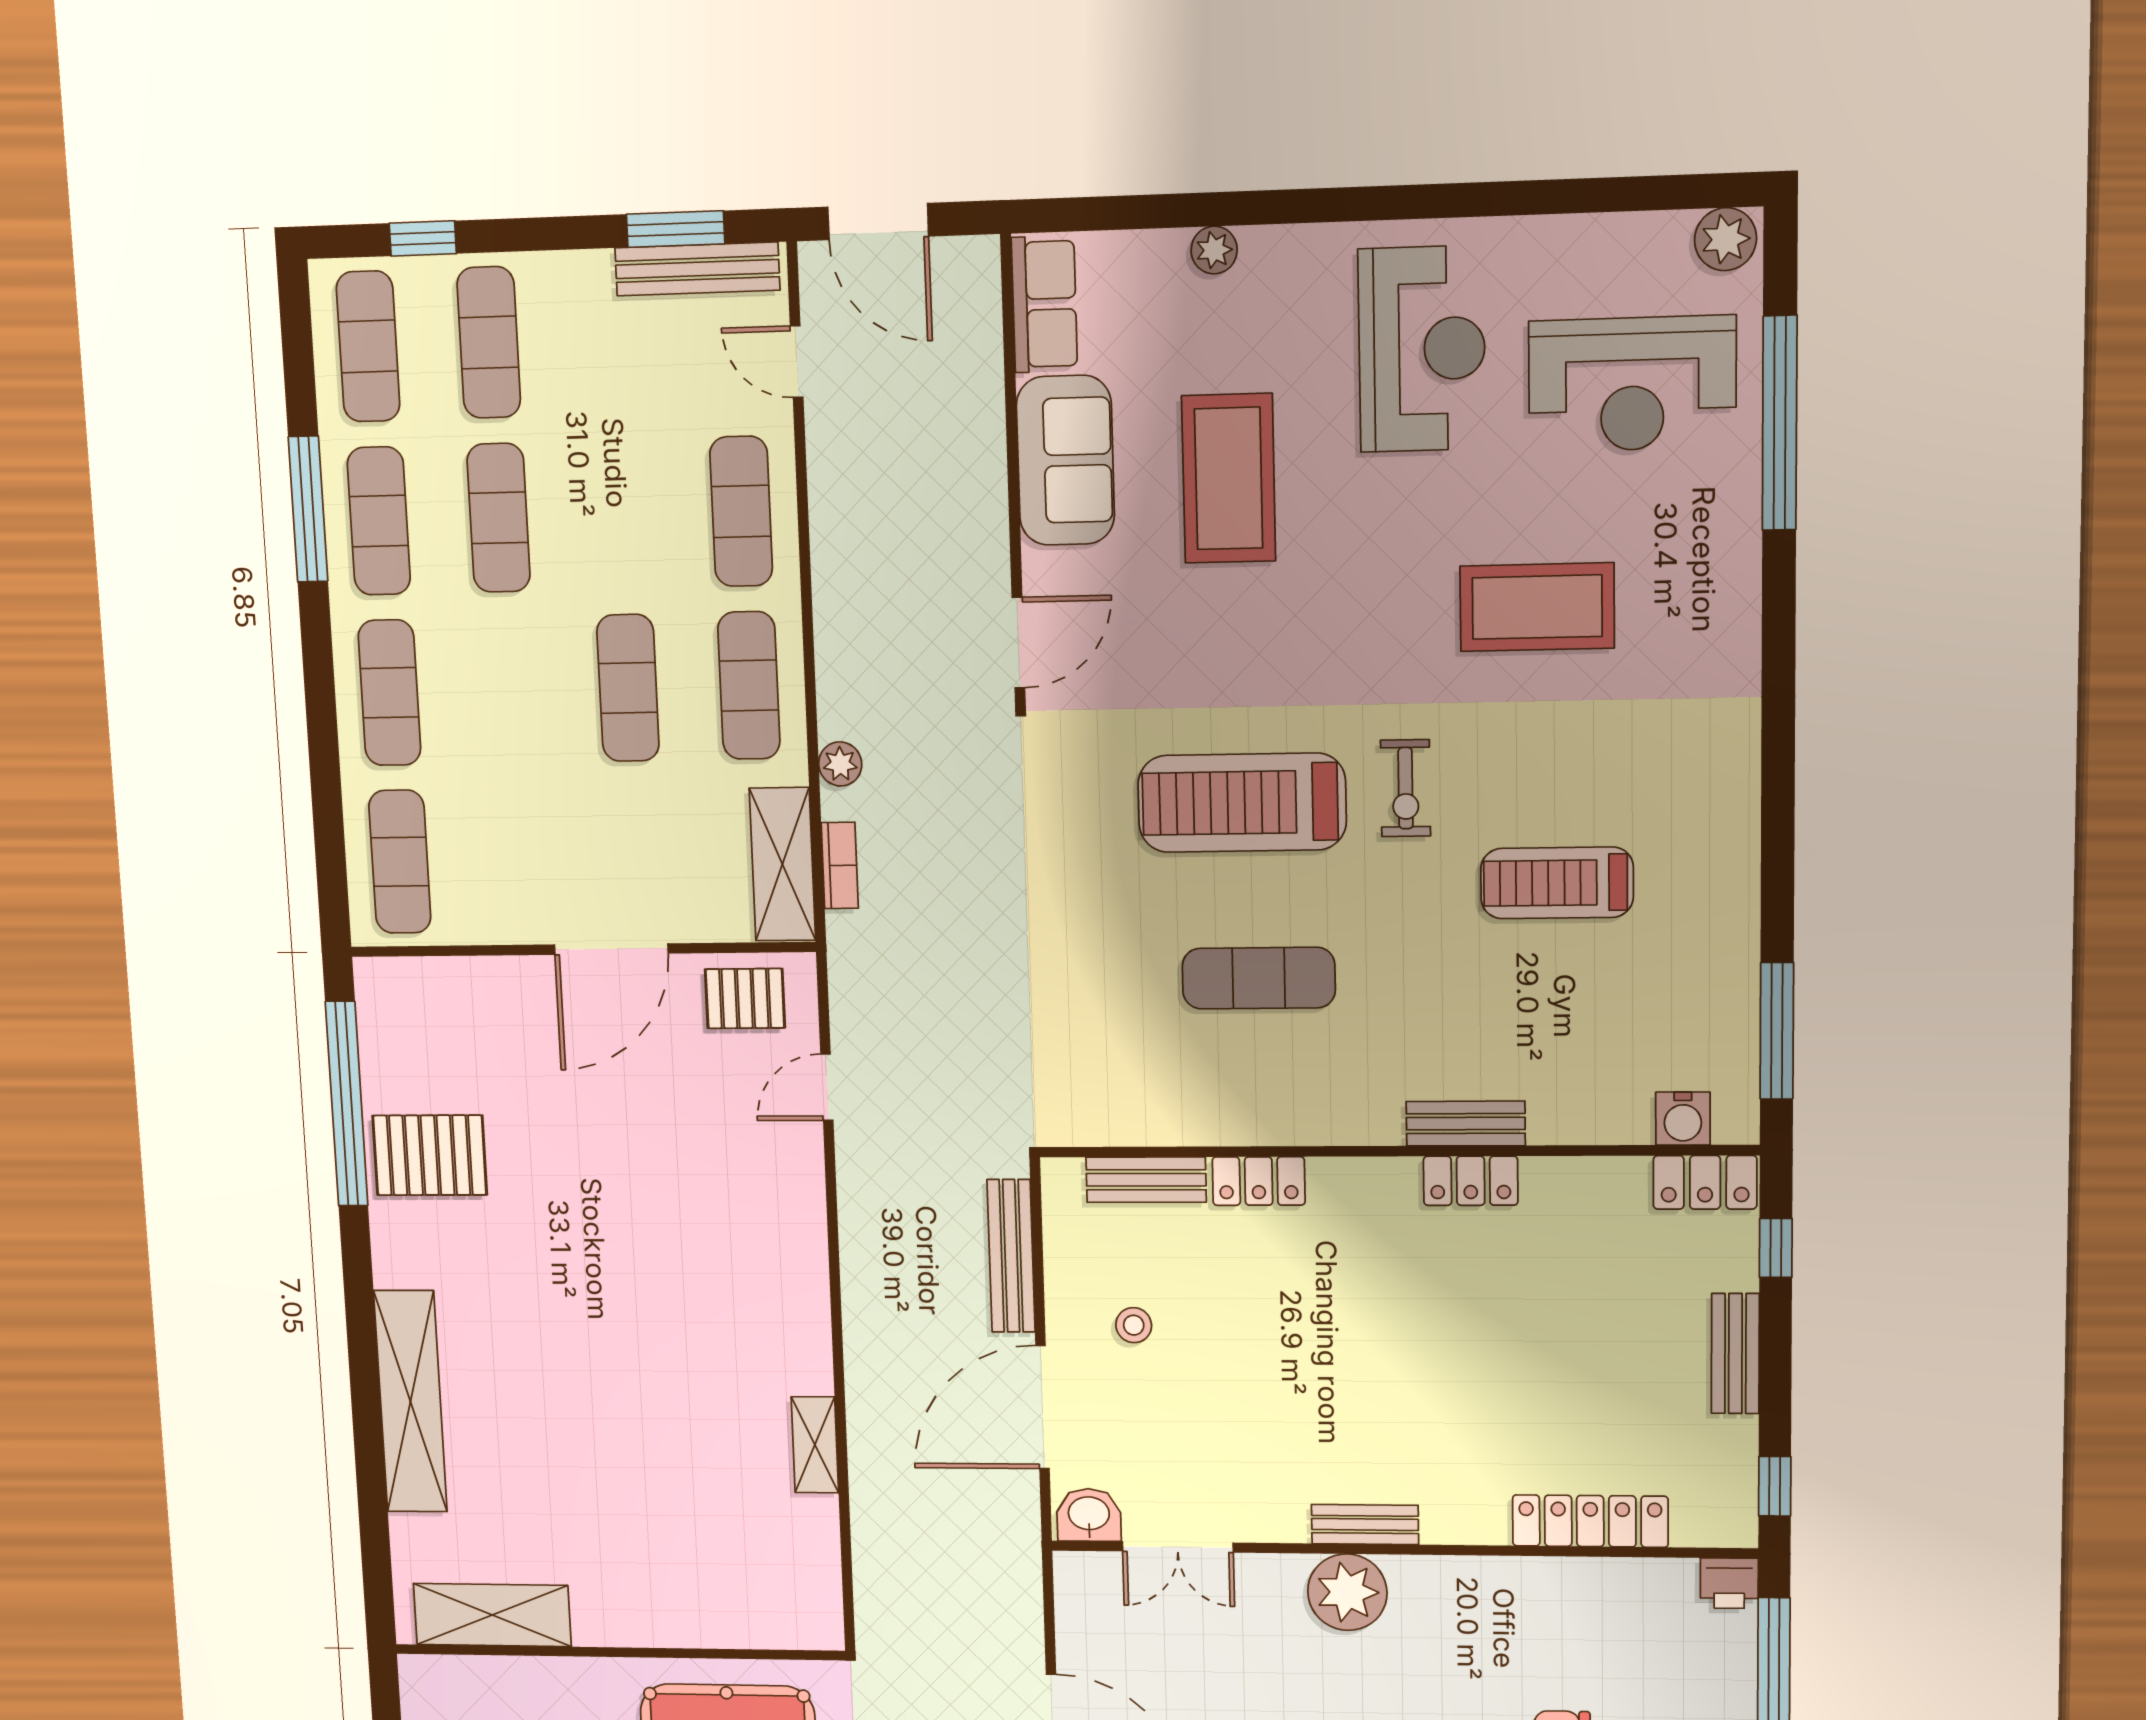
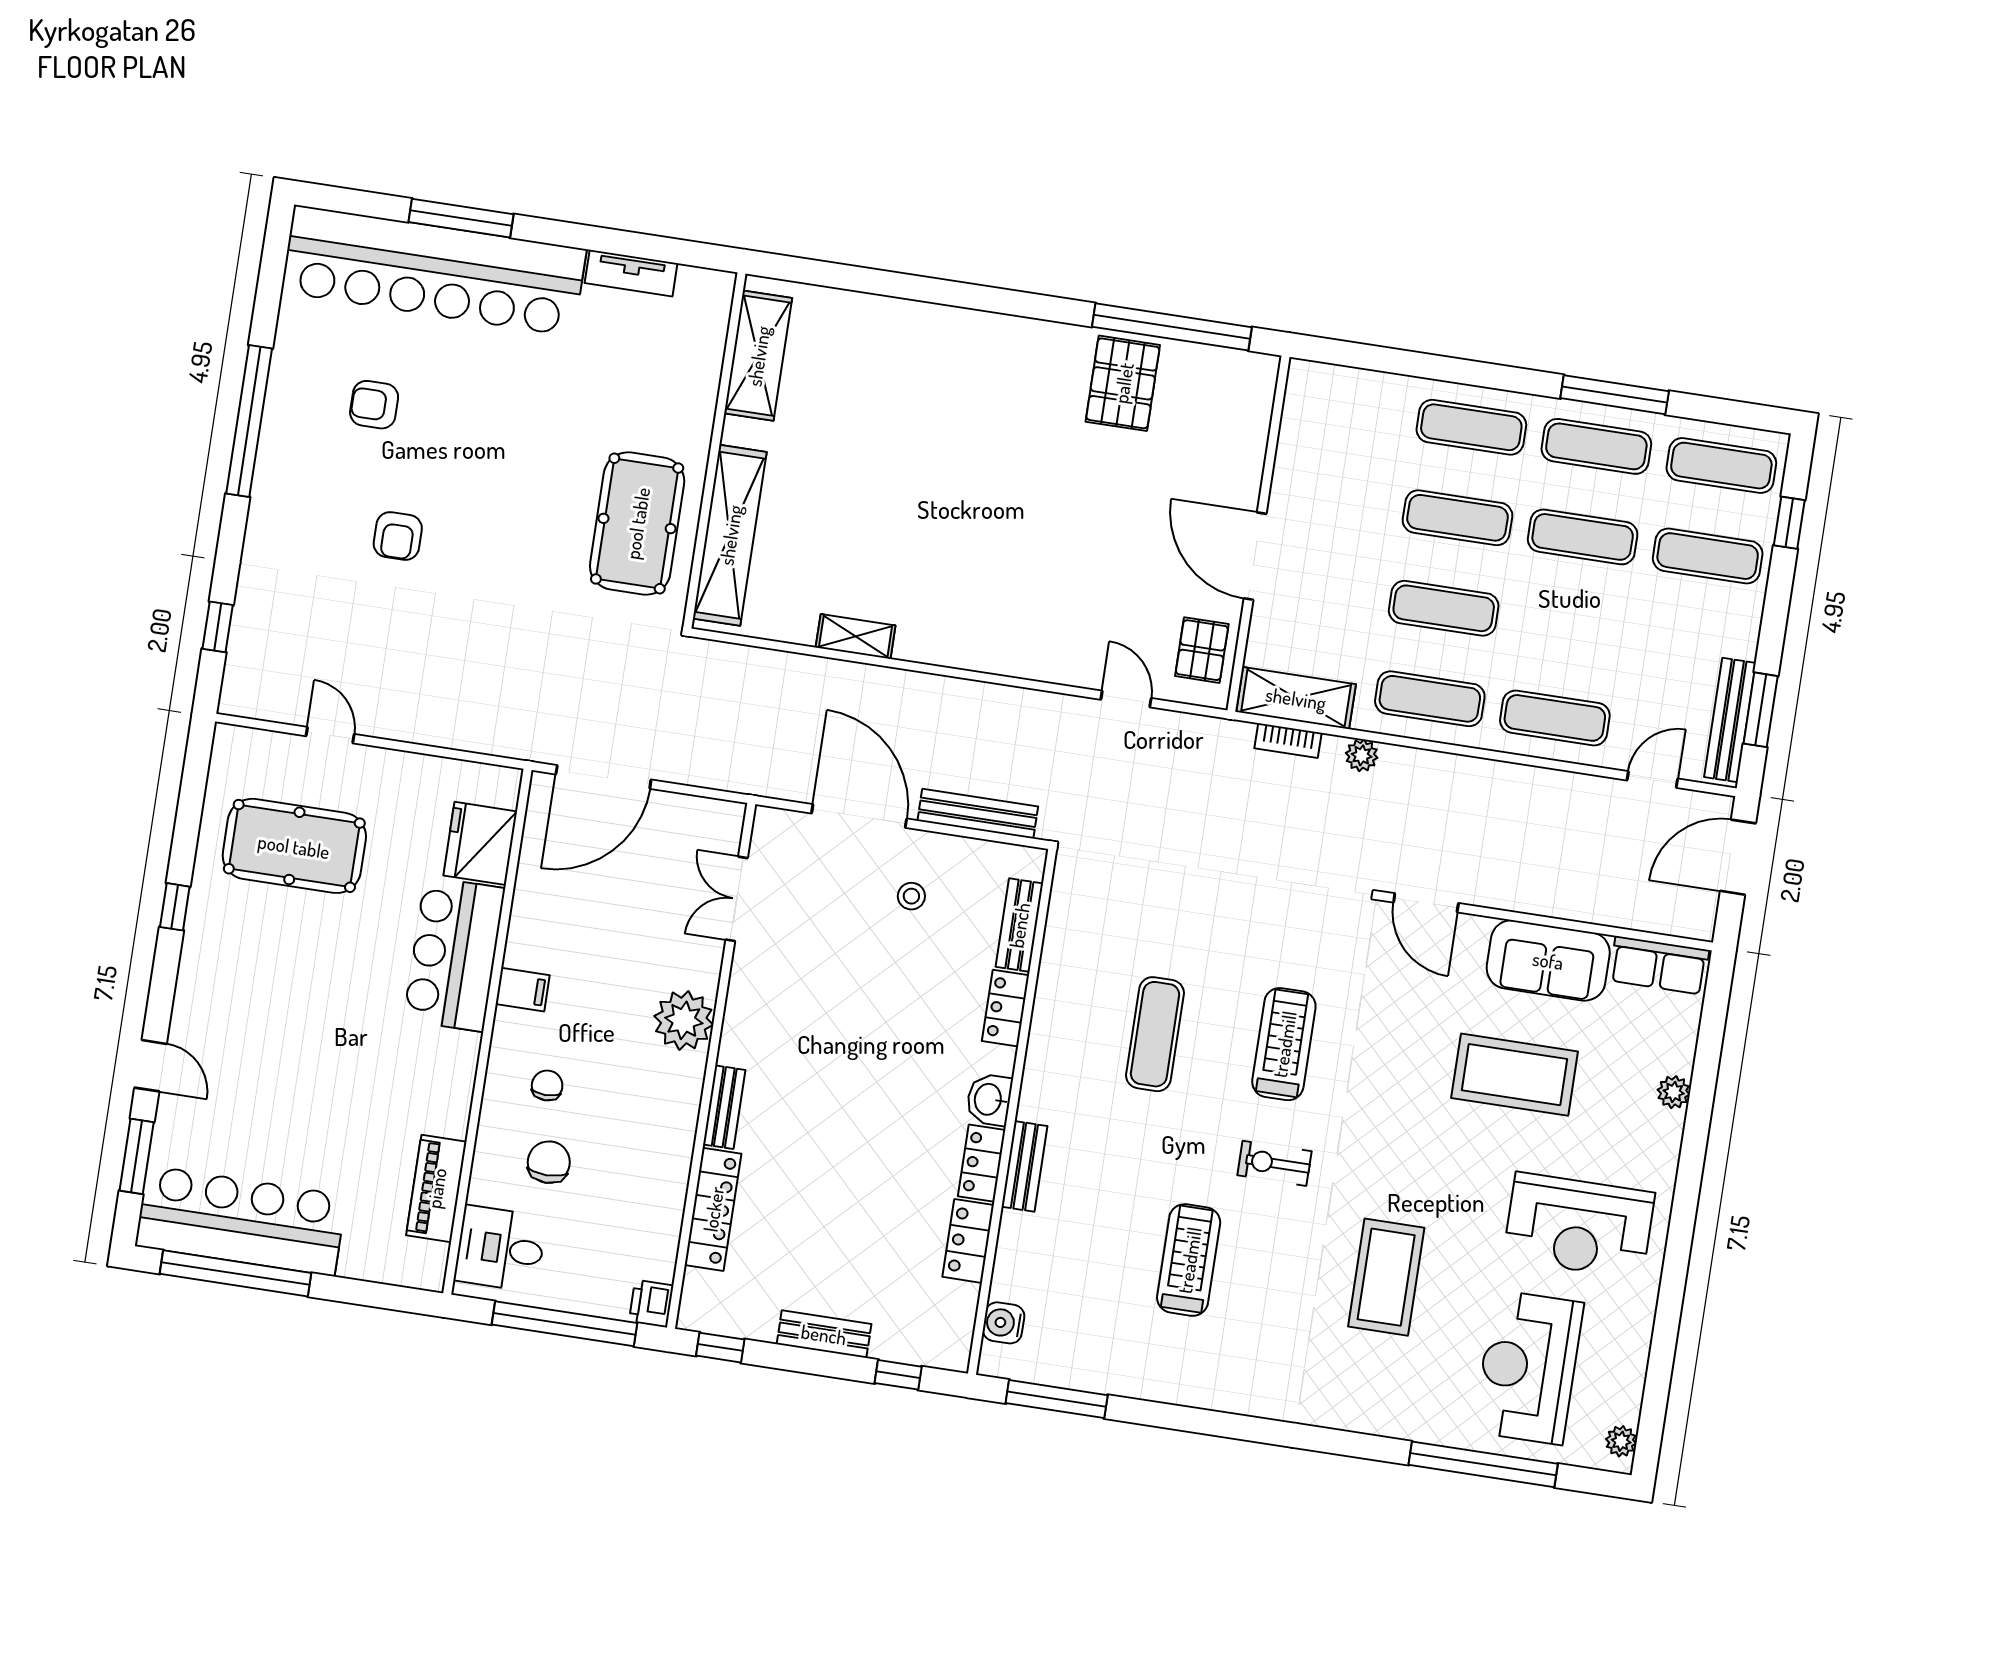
plant: (1726, 239) -> (1621, 1441), width x0.73, depth x0.73
treadmill: (1242, 803) -> (1284, 1044), width x0.73, depth x0.73
exercise mat: (400, 862) -> (1457, 518), moved
locker: (1705, 1182) -> (968, 1241), moved
shelving: (410, 1402) -> (730, 535), moved, turned 90
washbasin: (1089, 1515) -> (989, 1099), moved, turned 180
bench: (1365, 1524) -> (724, 1107), moved

